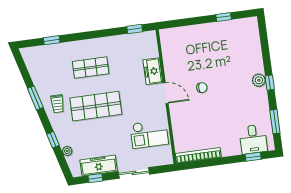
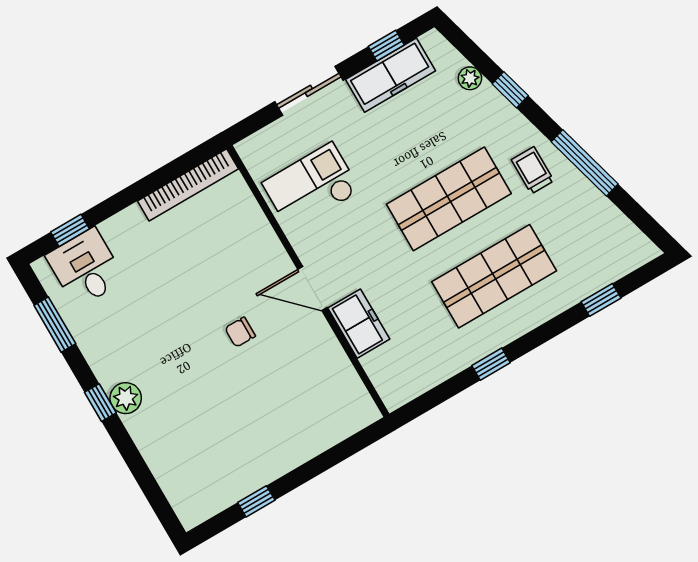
window: (135, 29) -> (491, 364), moved
shop shelf: (91, 68) -> (494, 276), width x1.43, depth x1.36
window: (35, 98) -> (585, 163), width x1.44

